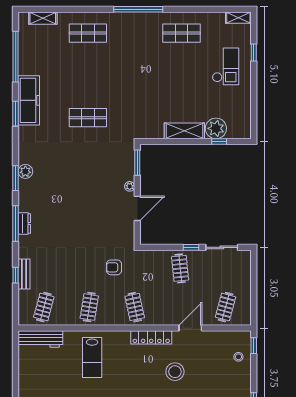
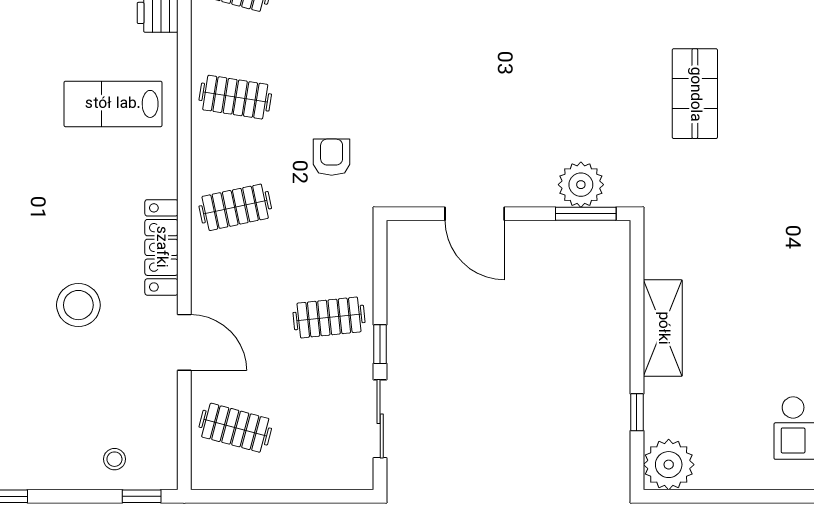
plant: (216, 128) -> (669, 465), moved
plant: (130, 186) -> (581, 185), moved, width x1.88, depth x1.88

